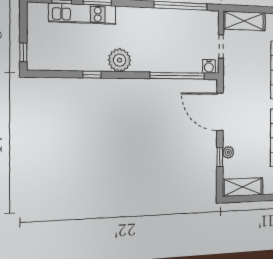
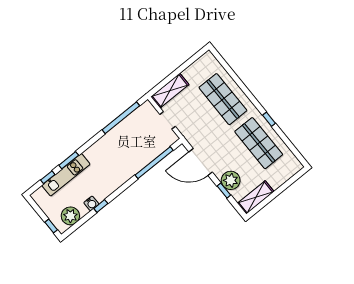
plant: (120, 60) -> (70, 216), moved
water cooler: (209, 66) -> (91, 203), moved
plant: (228, 152) -> (231, 180), width x1.88, depth x1.88

